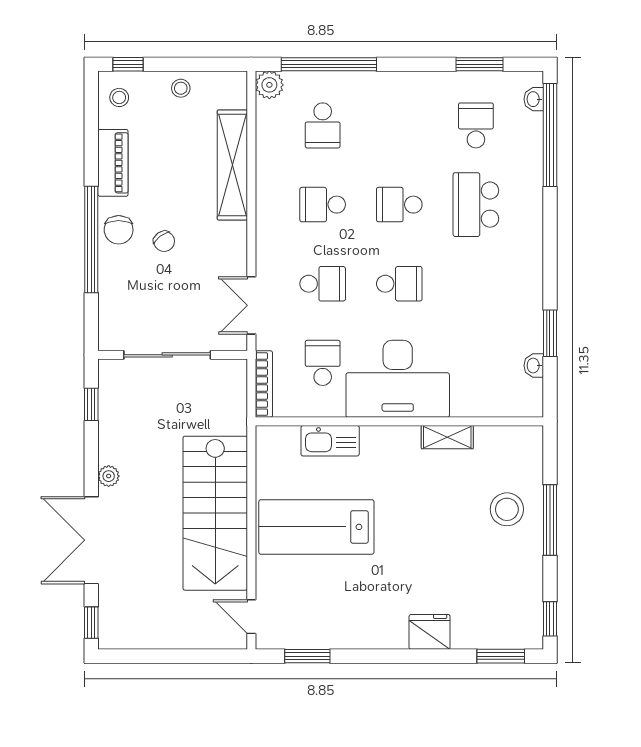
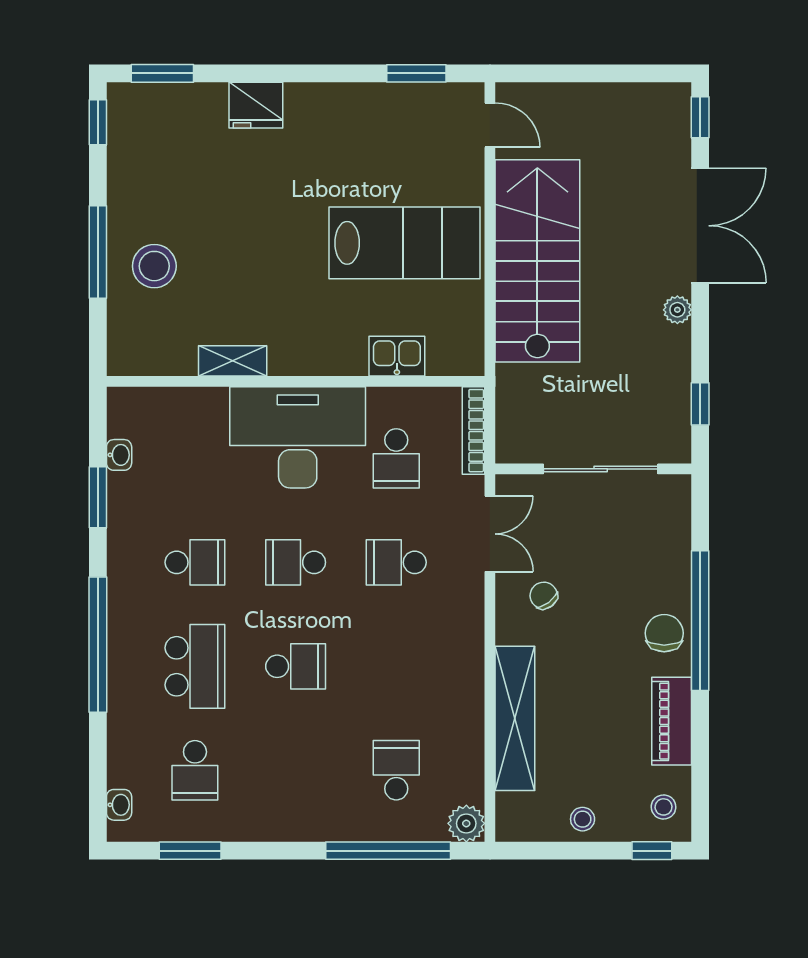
window: (550, 135) -> (98, 645), moved
school desk: (323, 205) -> (195, 562), moved
chair: (164, 241) -> (544, 595), moved
kitchen sink: (330, 441) -> (397, 356), width x0.73

